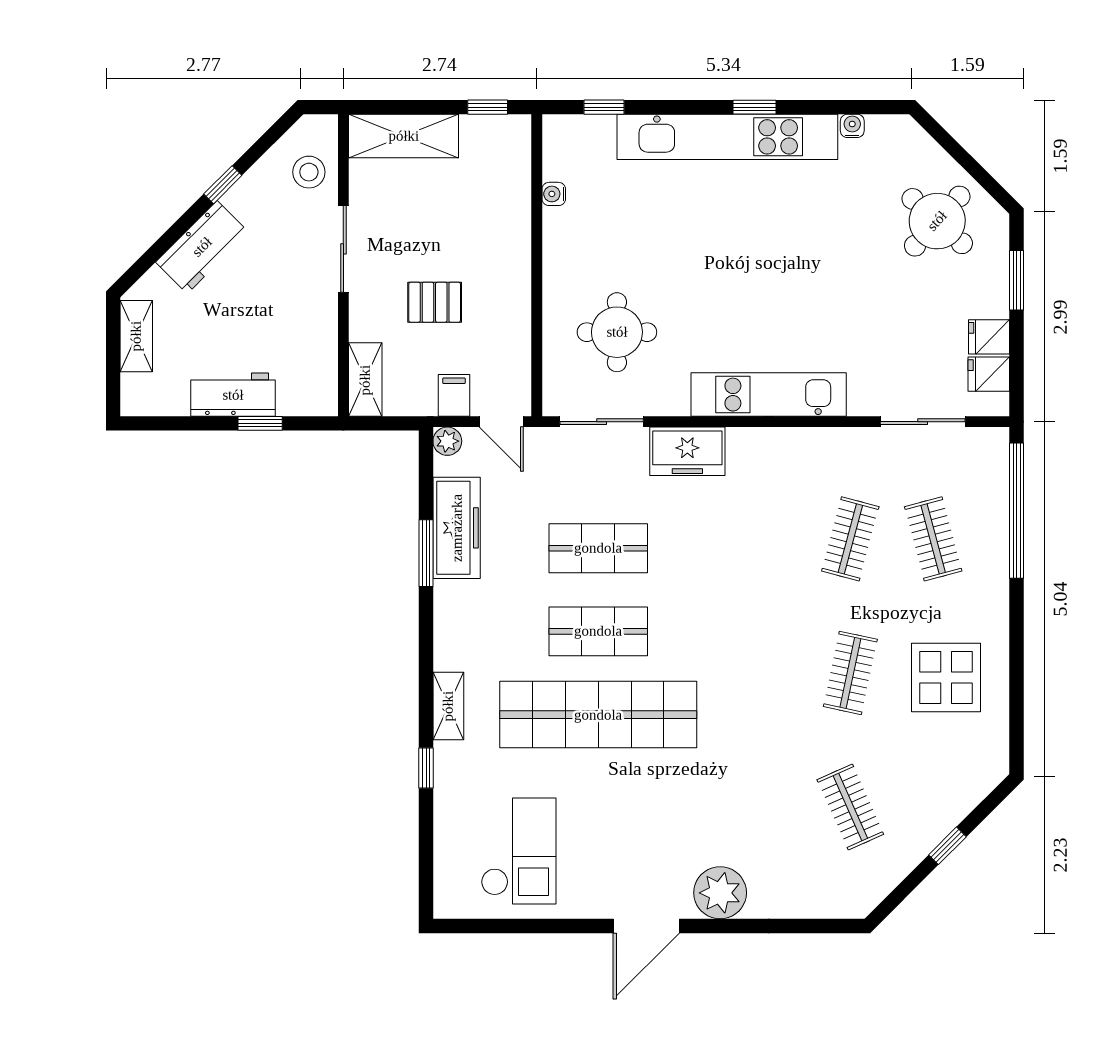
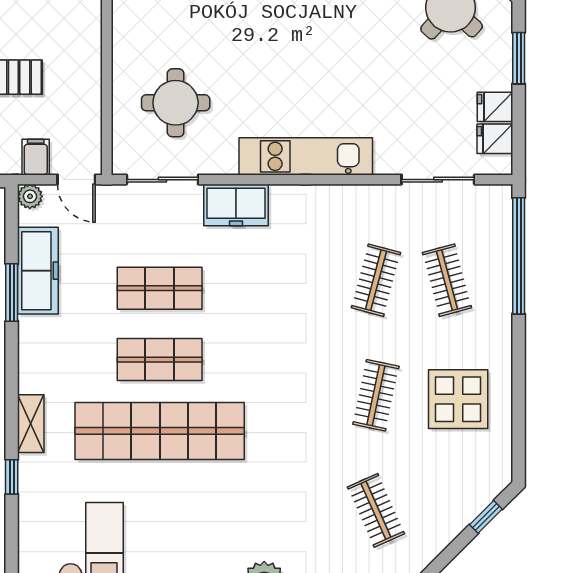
window: (947, 846) -> (486, 517), moved

